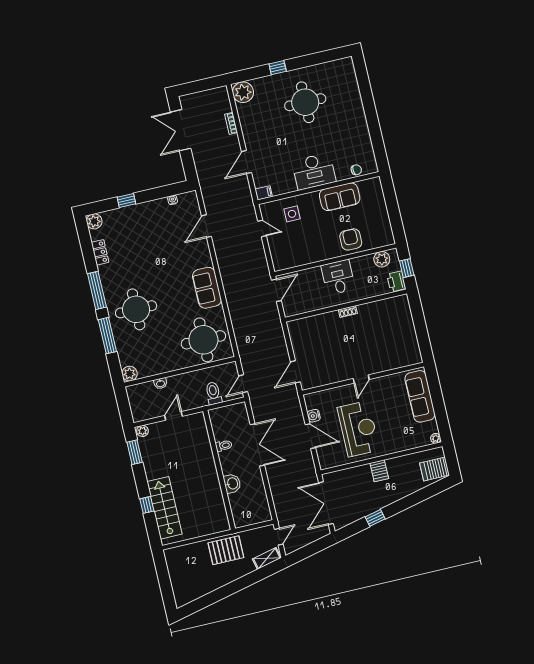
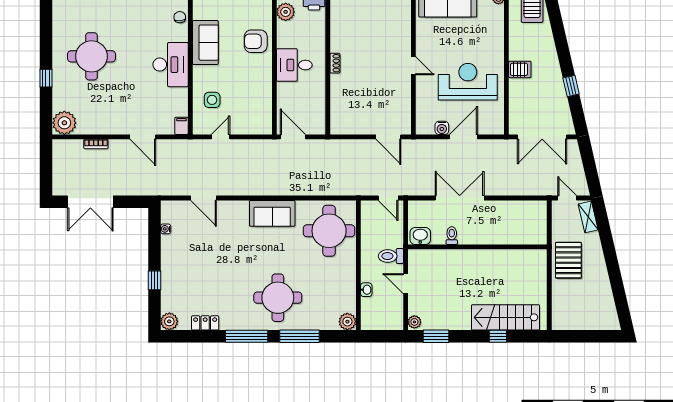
toilet: (213, 393) -> (391, 256), moved
washbasin: (232, 483) -> (420, 236), moved

